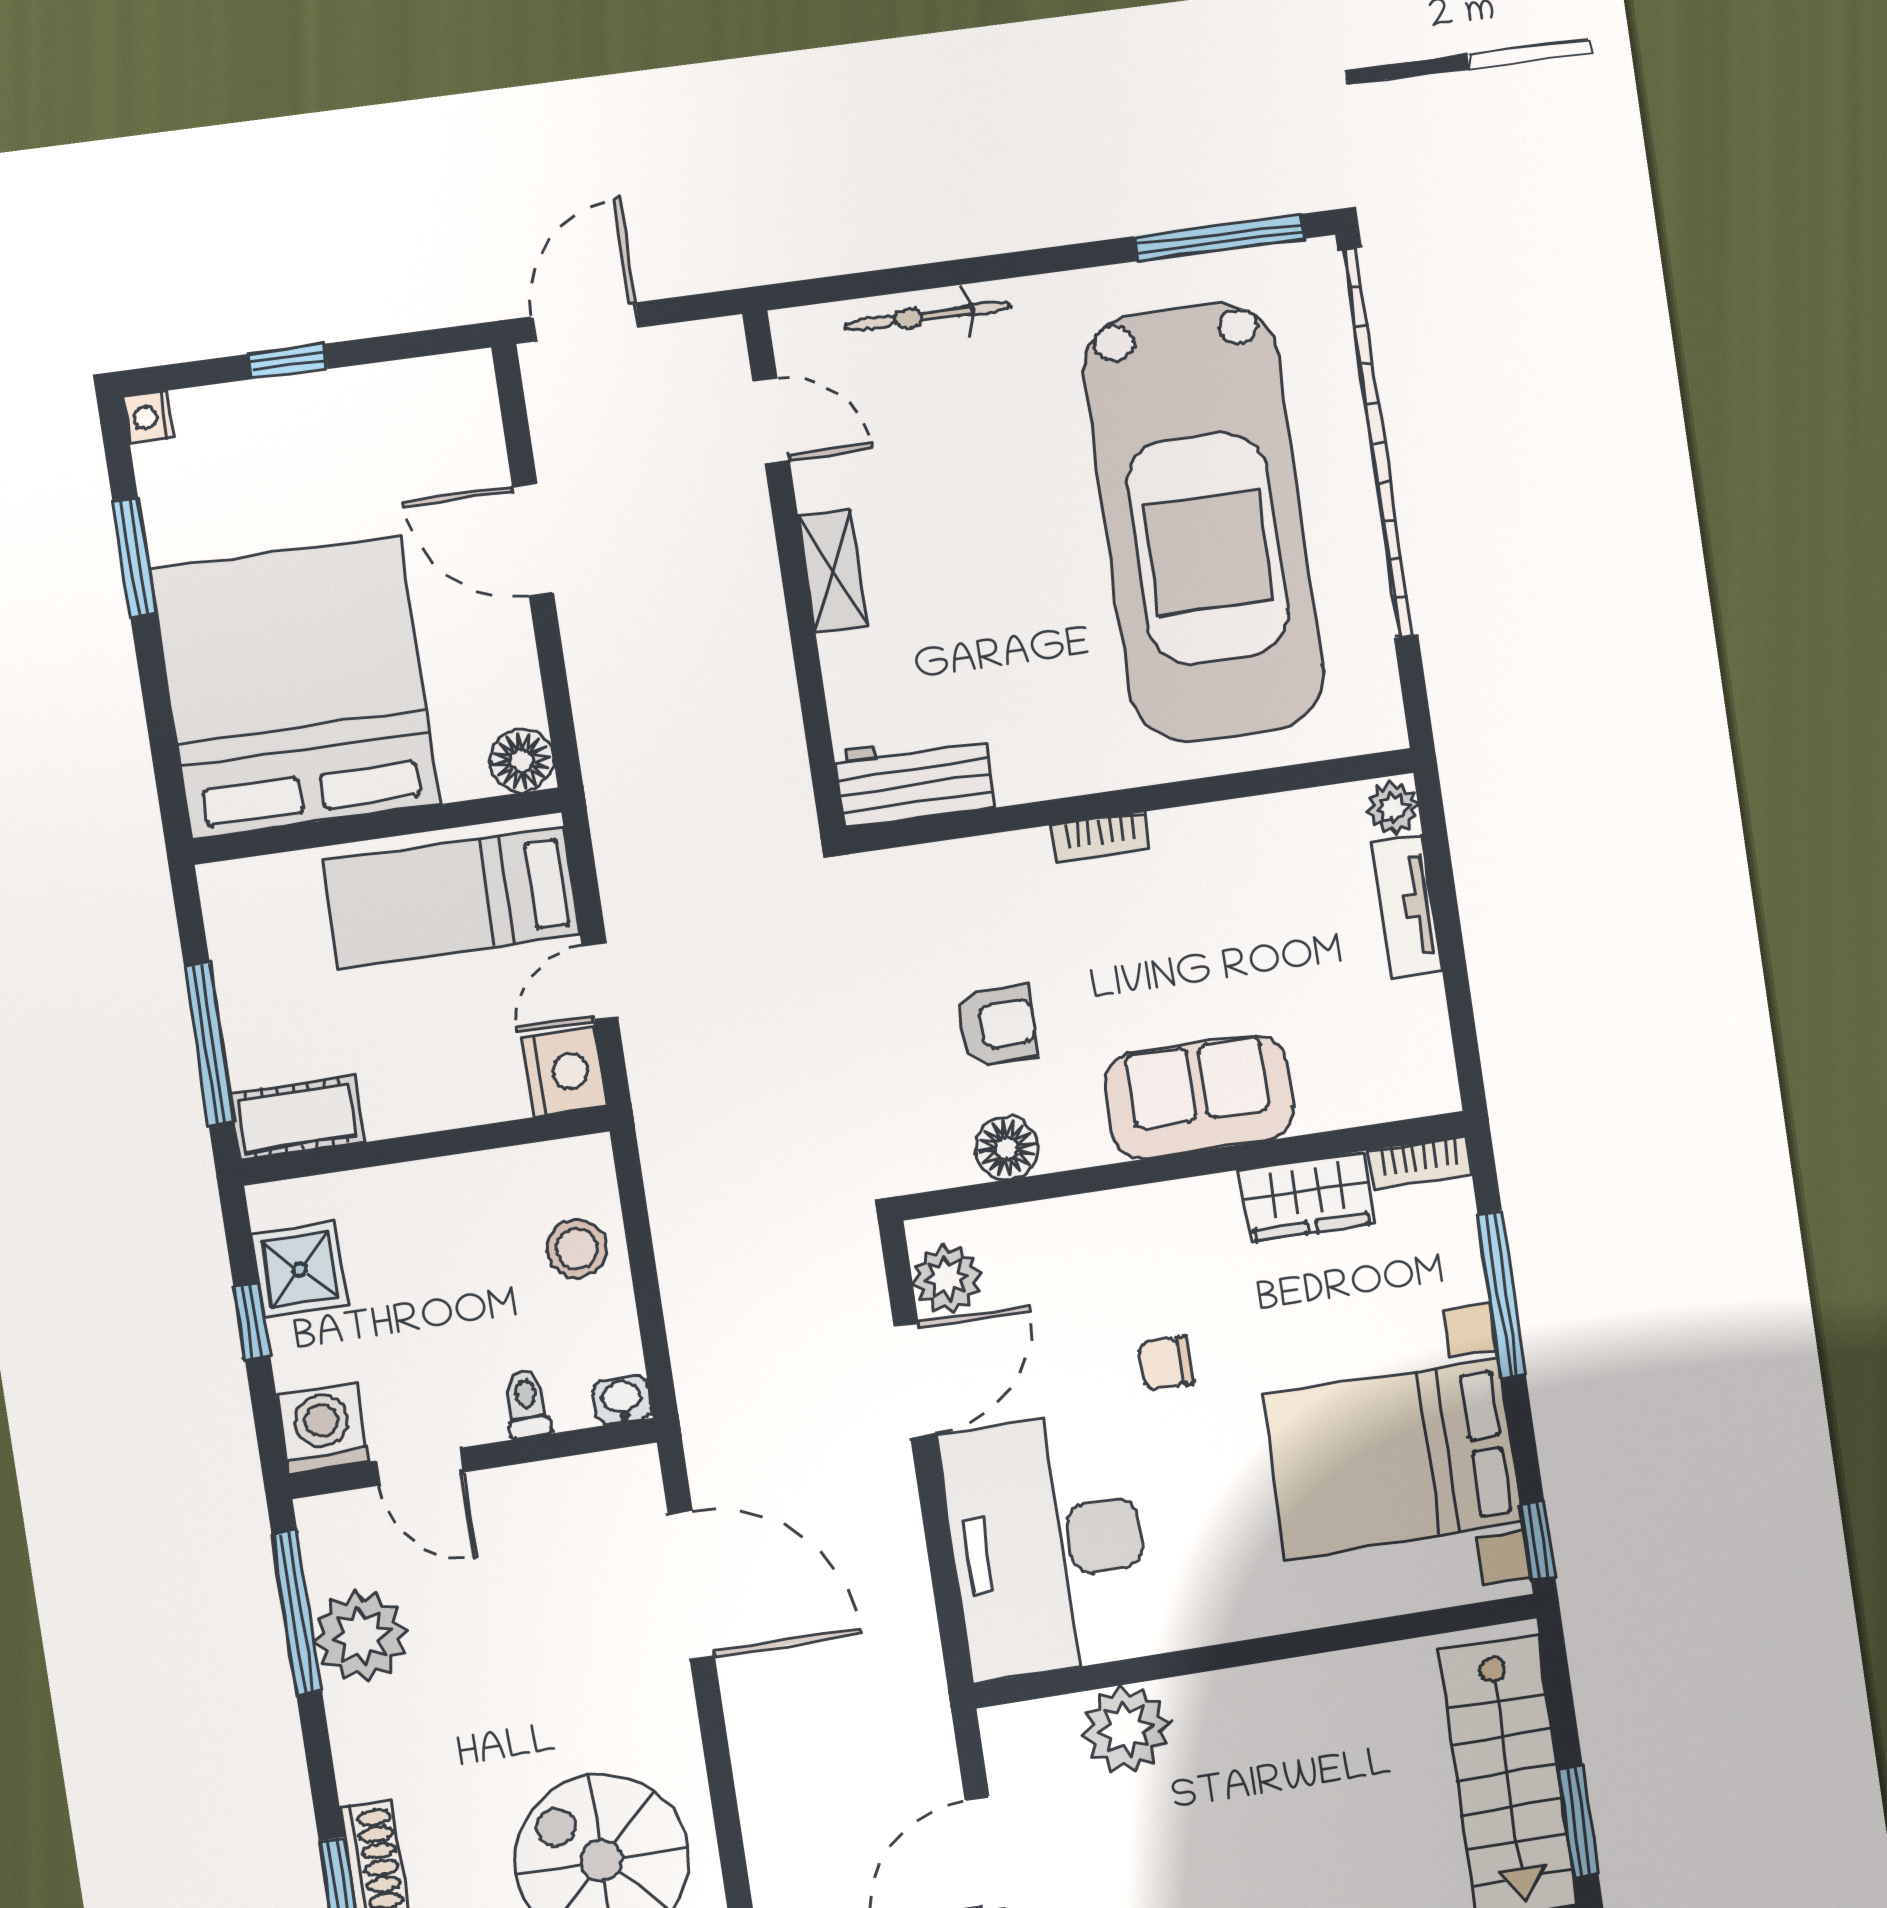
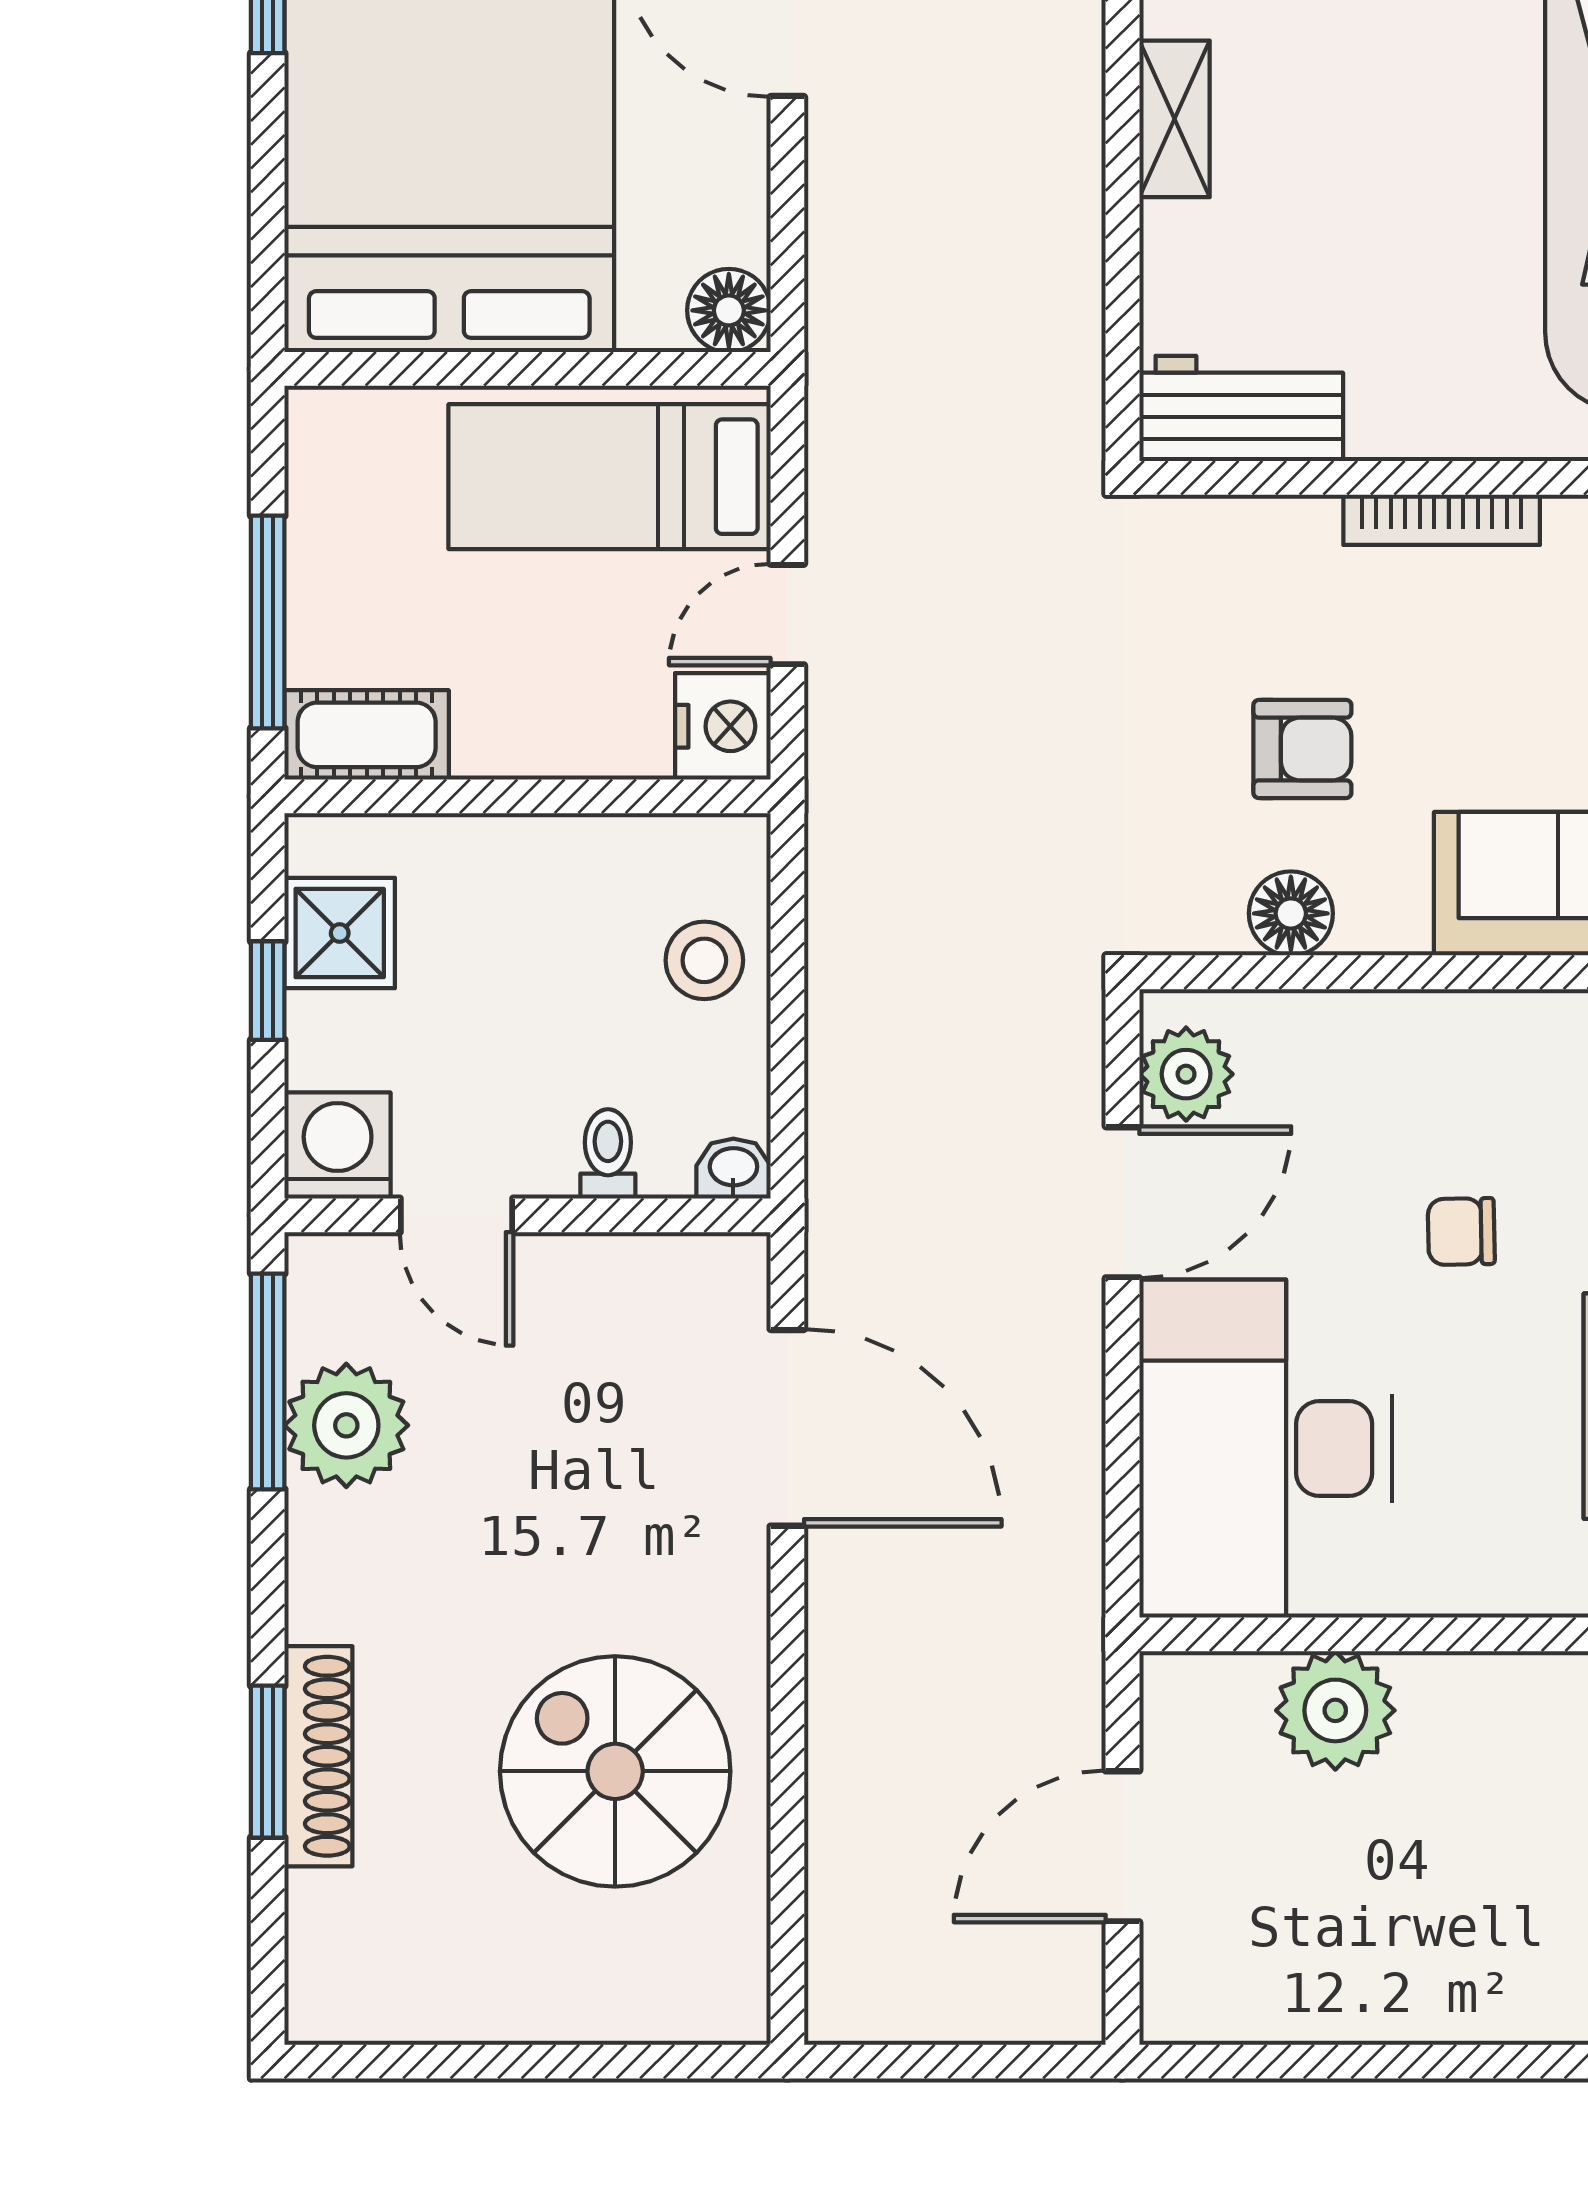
bookcase: (1100, 837) -> (1442, 520), width x1.56

